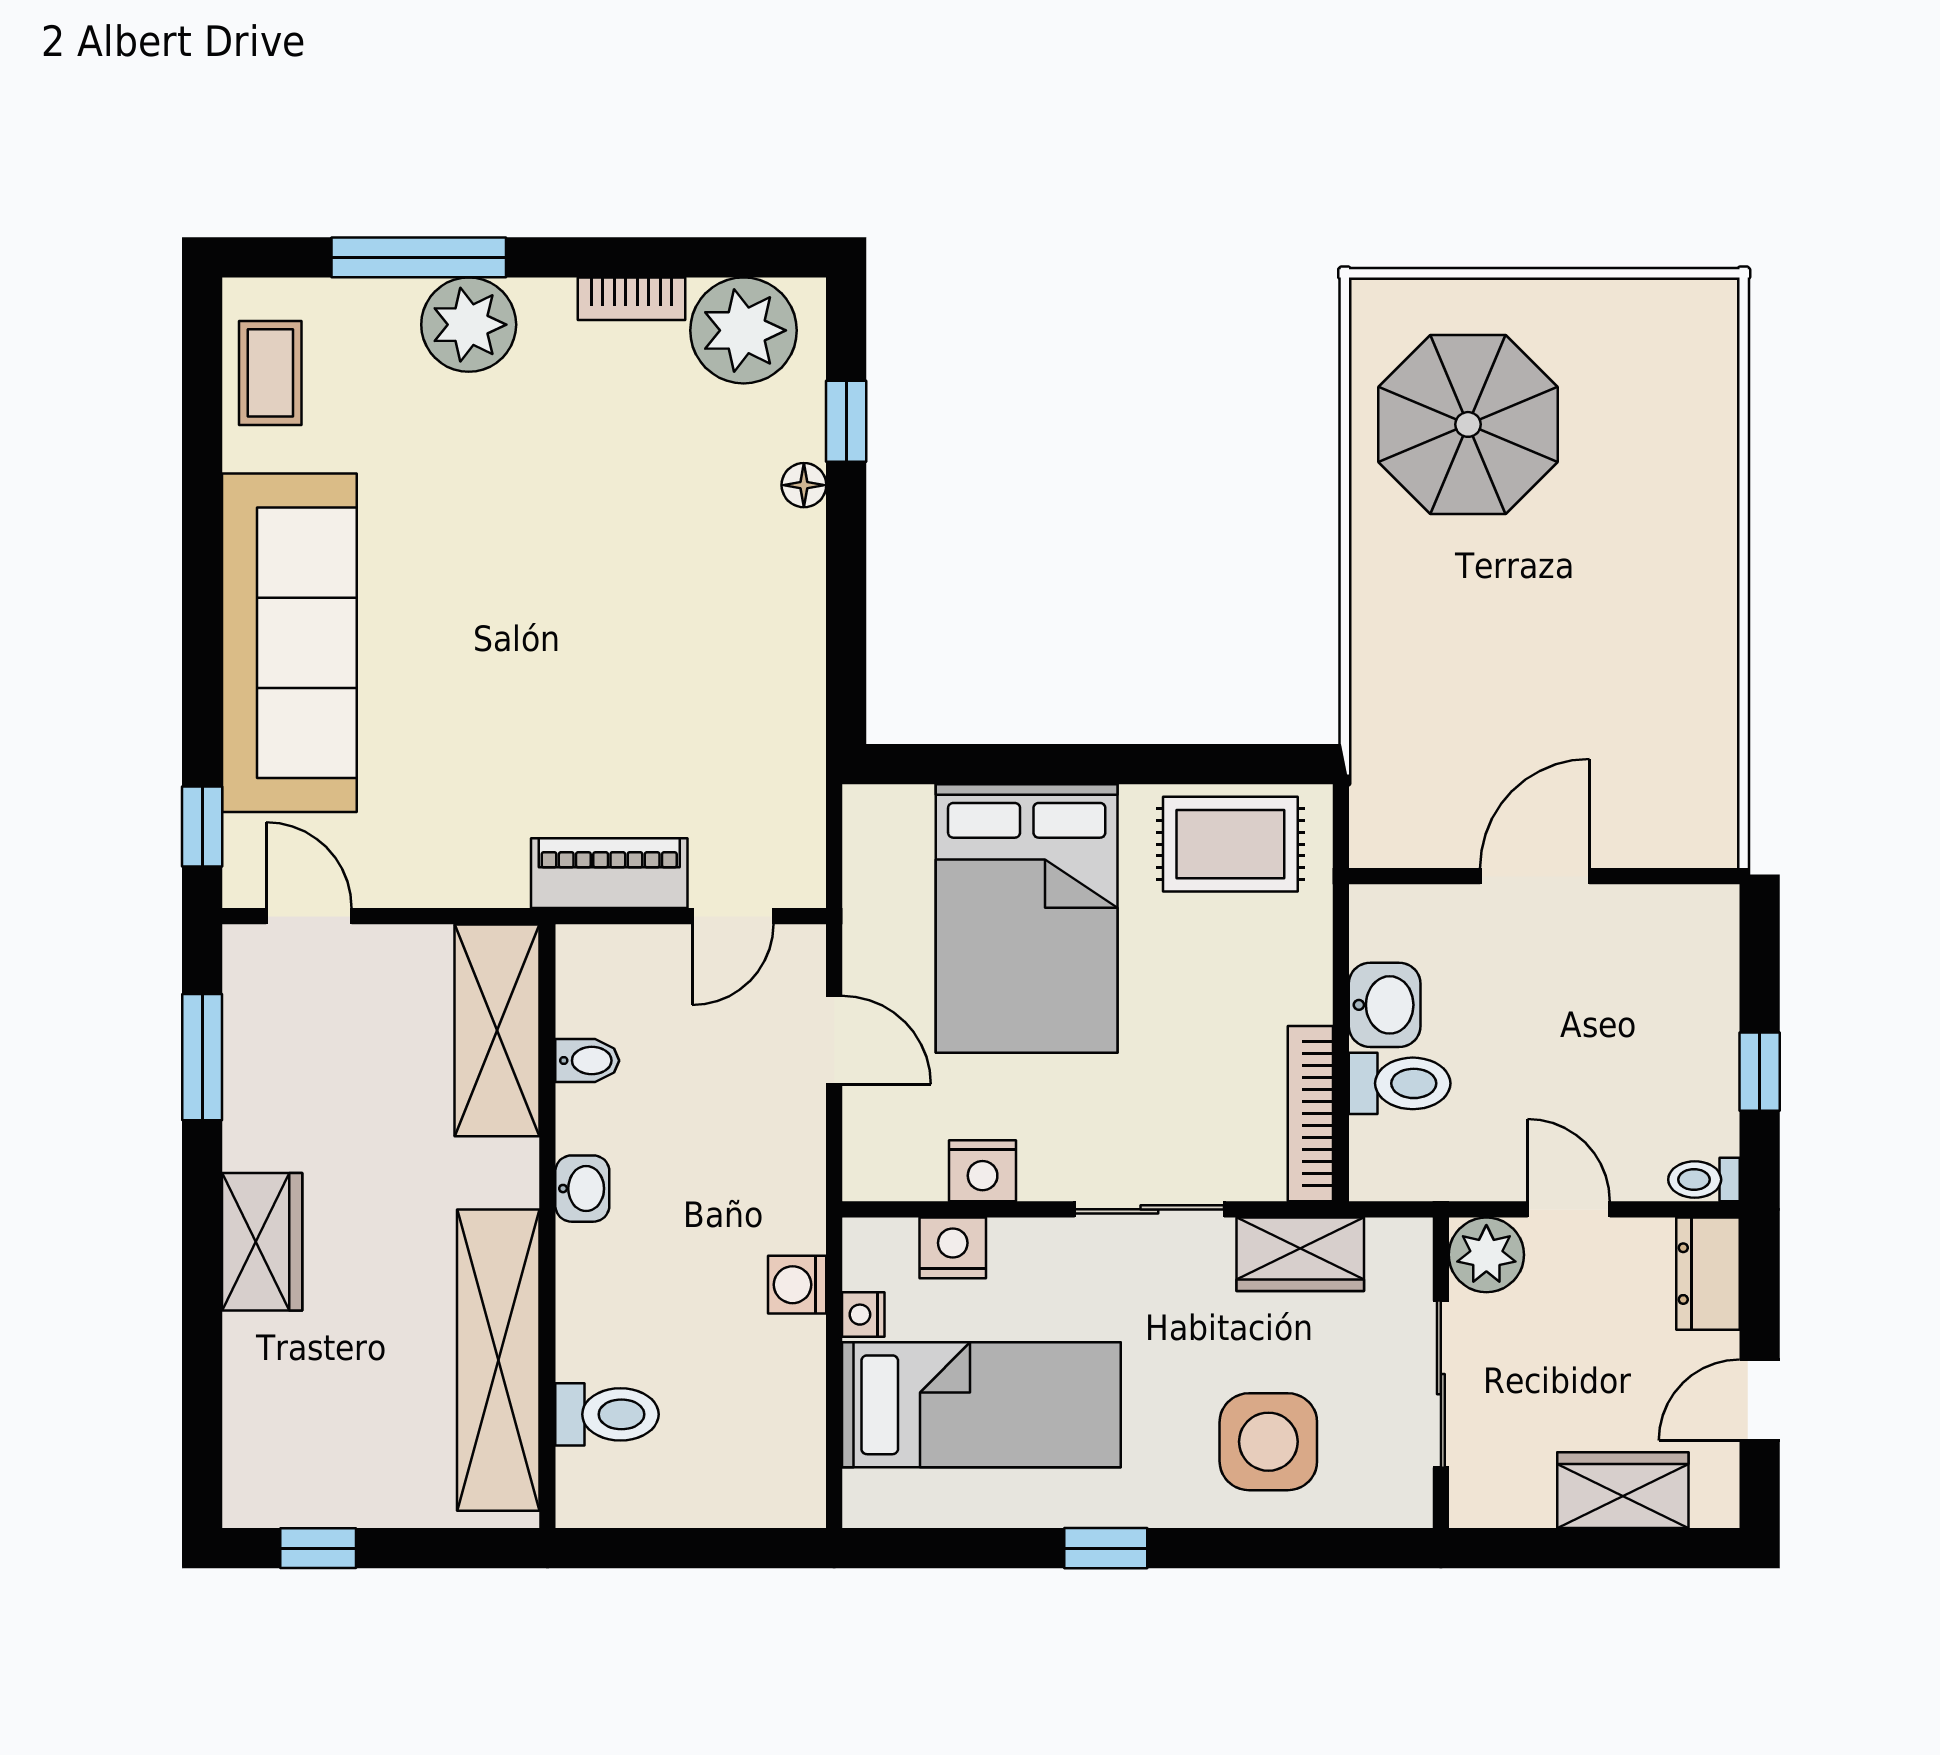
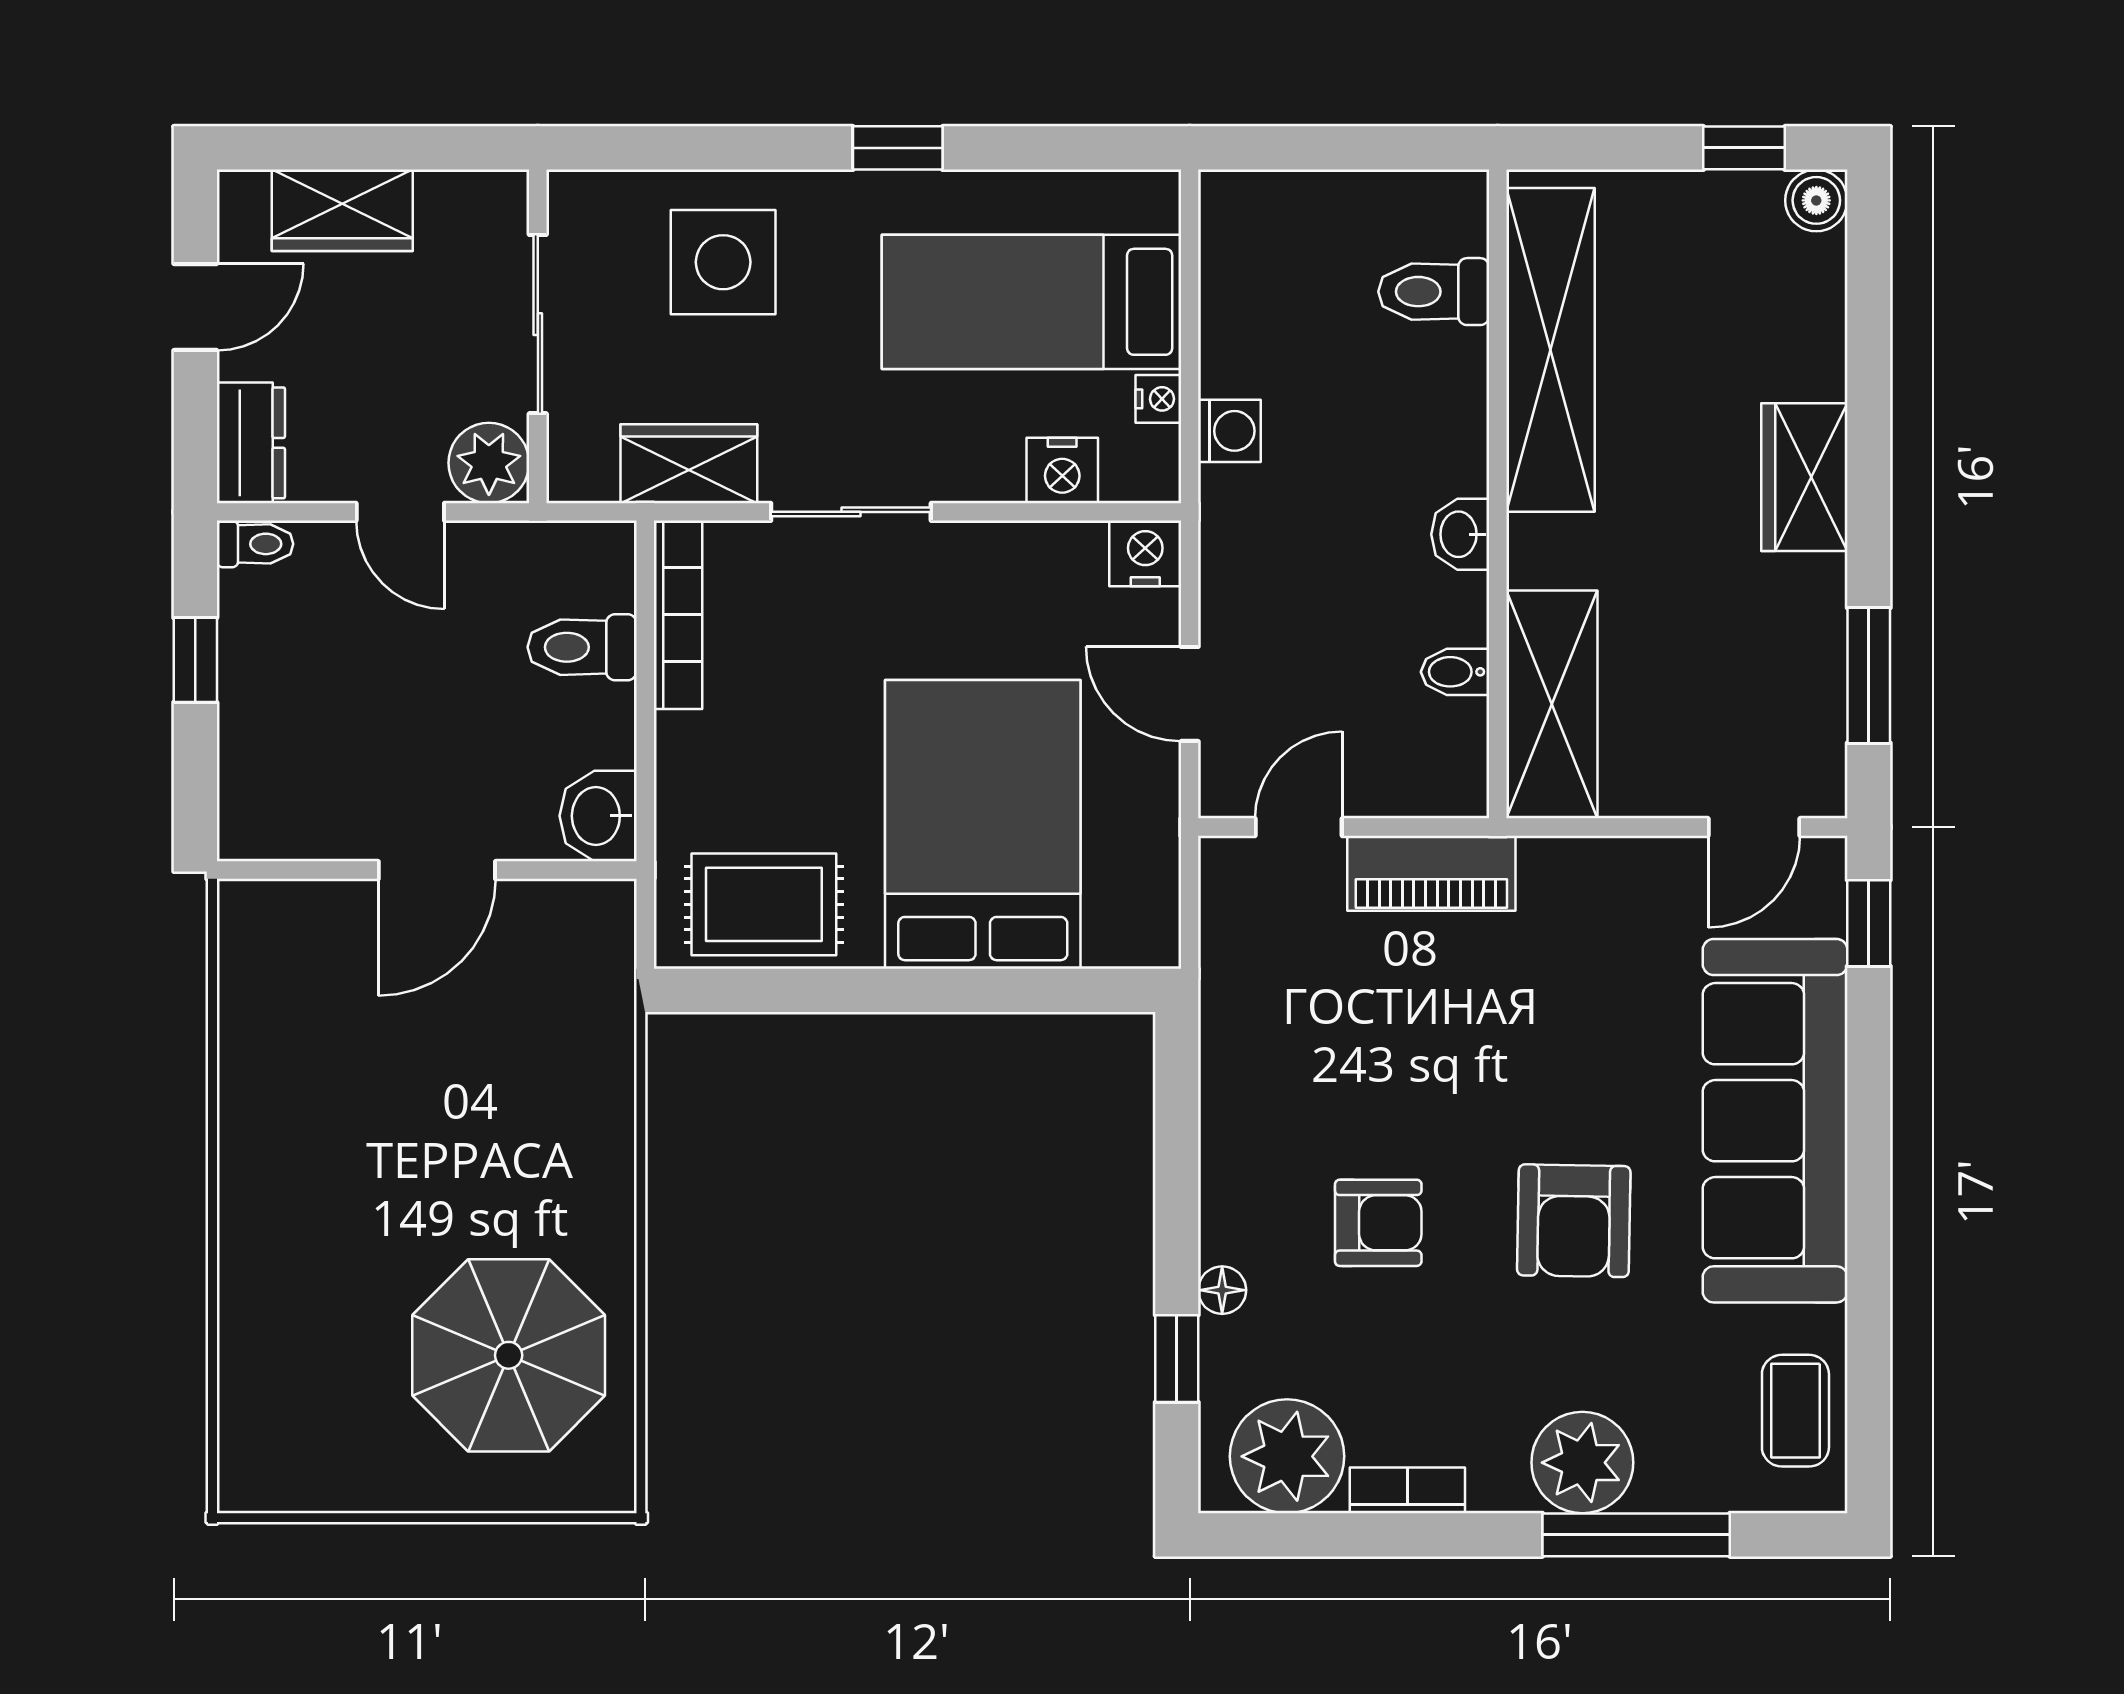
armchair: (659, 548) -> (1378, 1223), added
armchair: (477, 550) -> (1574, 1221), added
door: (309, 916) -> (1754, 827), hinge flipped
washbasin: (1385, 1005) -> (598, 816), moved
nightstand: (983, 1171) -> (1145, 553), moved
boiler: (251, 1499) -> (1816, 200), added

